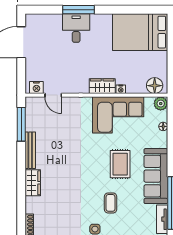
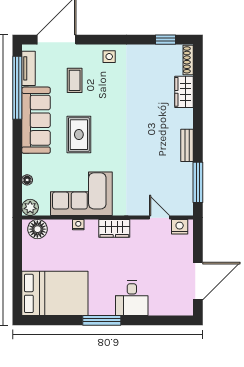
window: (78, 10) -> (102, 320), moved
wardrobe: (102, 86) -> (114, 228), moved
bench: (30, 150) -> (187, 145), width x0.73
wardrobe: (33, 183) -> (184, 92), moved
coffee table: (111, 203) -> (75, 80), moved

